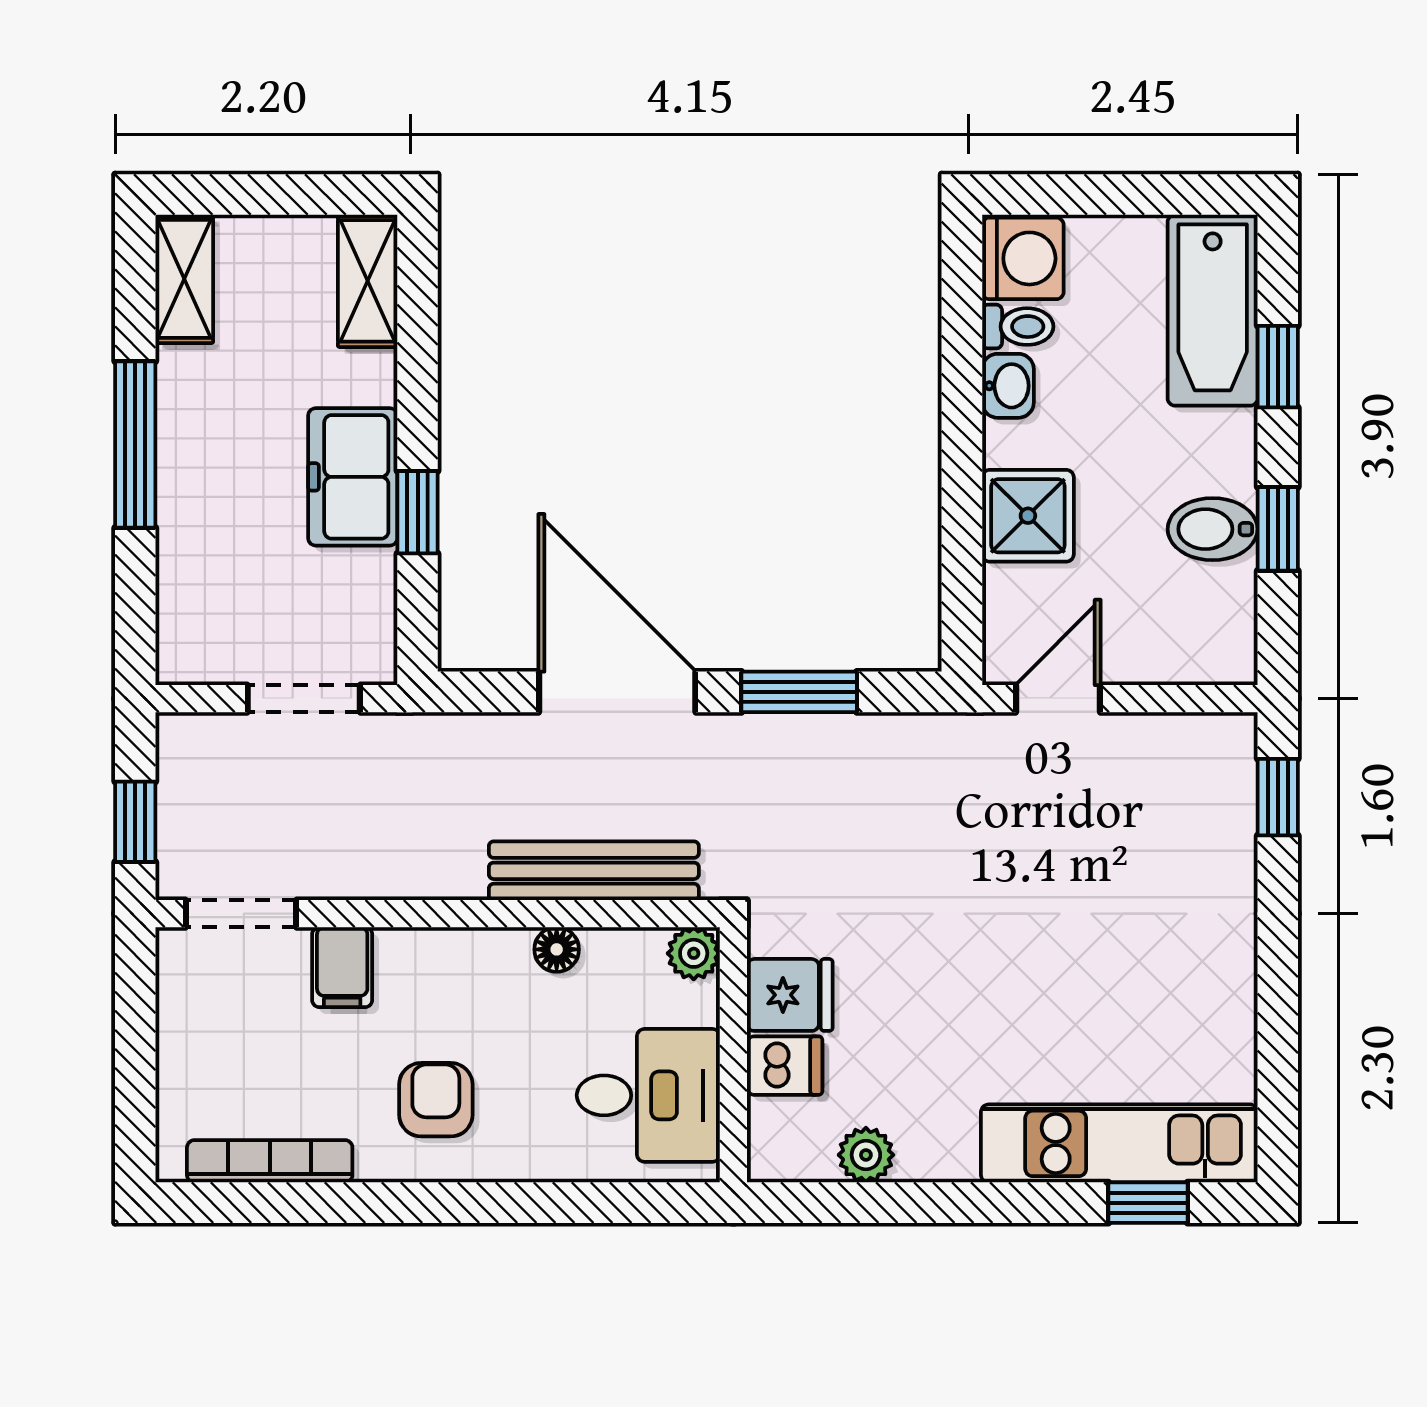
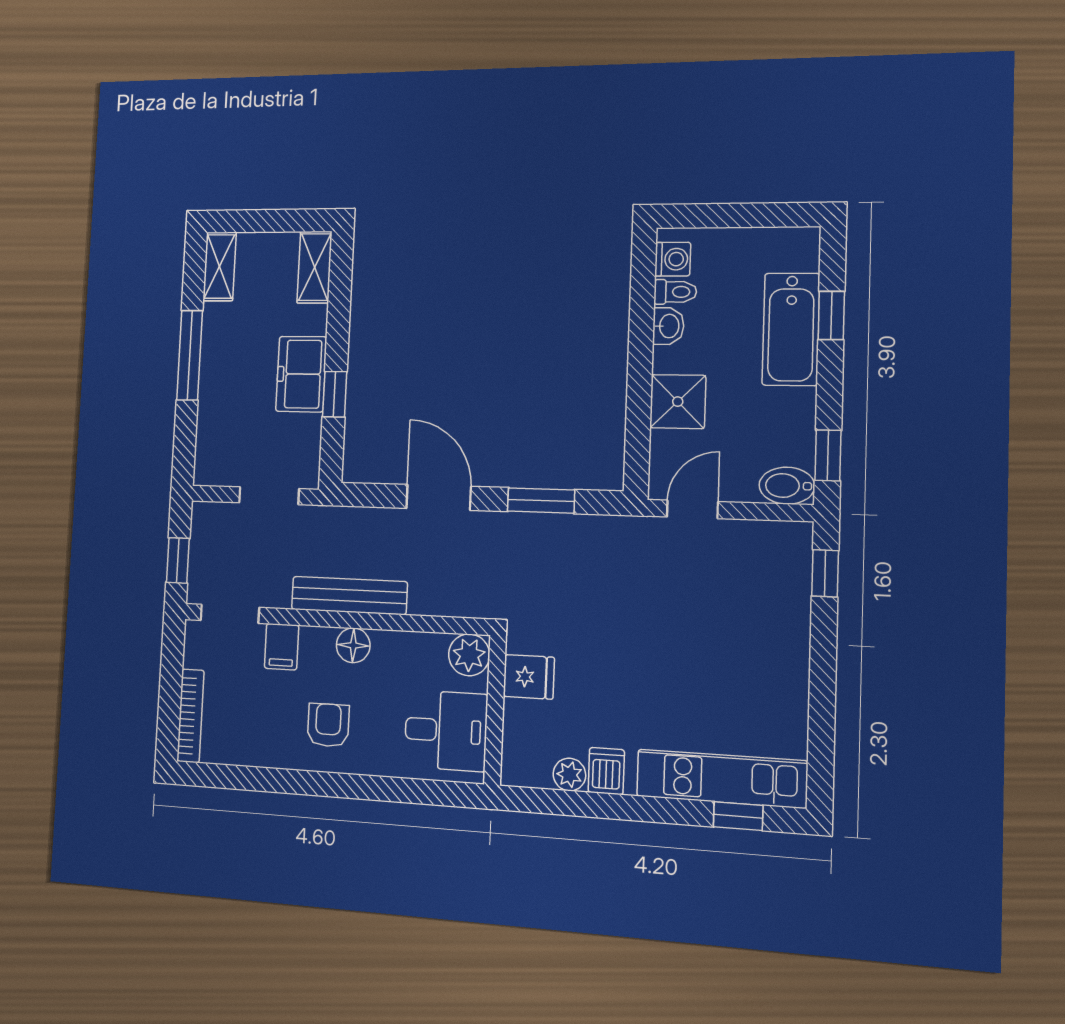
washing machine: (1023, 258) -> (673, 259), width x0.73, depth x0.73
bathtub: (1213, 310) -> (791, 329), moved
bidet: (1213, 529) -> (787, 486), moved
window: (1278, 529) -> (828, 455), moved
door: (617, 692) -> (439, 497), width x0.73
bench: (594, 871) -> (349, 596), moved
floor lamp: (557, 949) -> (353, 645), moved, width x1.37, depth x1.37
plant: (694, 953) -> (469, 655), width x1.38, depth x1.38
dishwasher: (785, 1066) -> (606, 771), moved, turned -90
bookcase: (270, 1161) -> (191, 716), moved, turned 90

